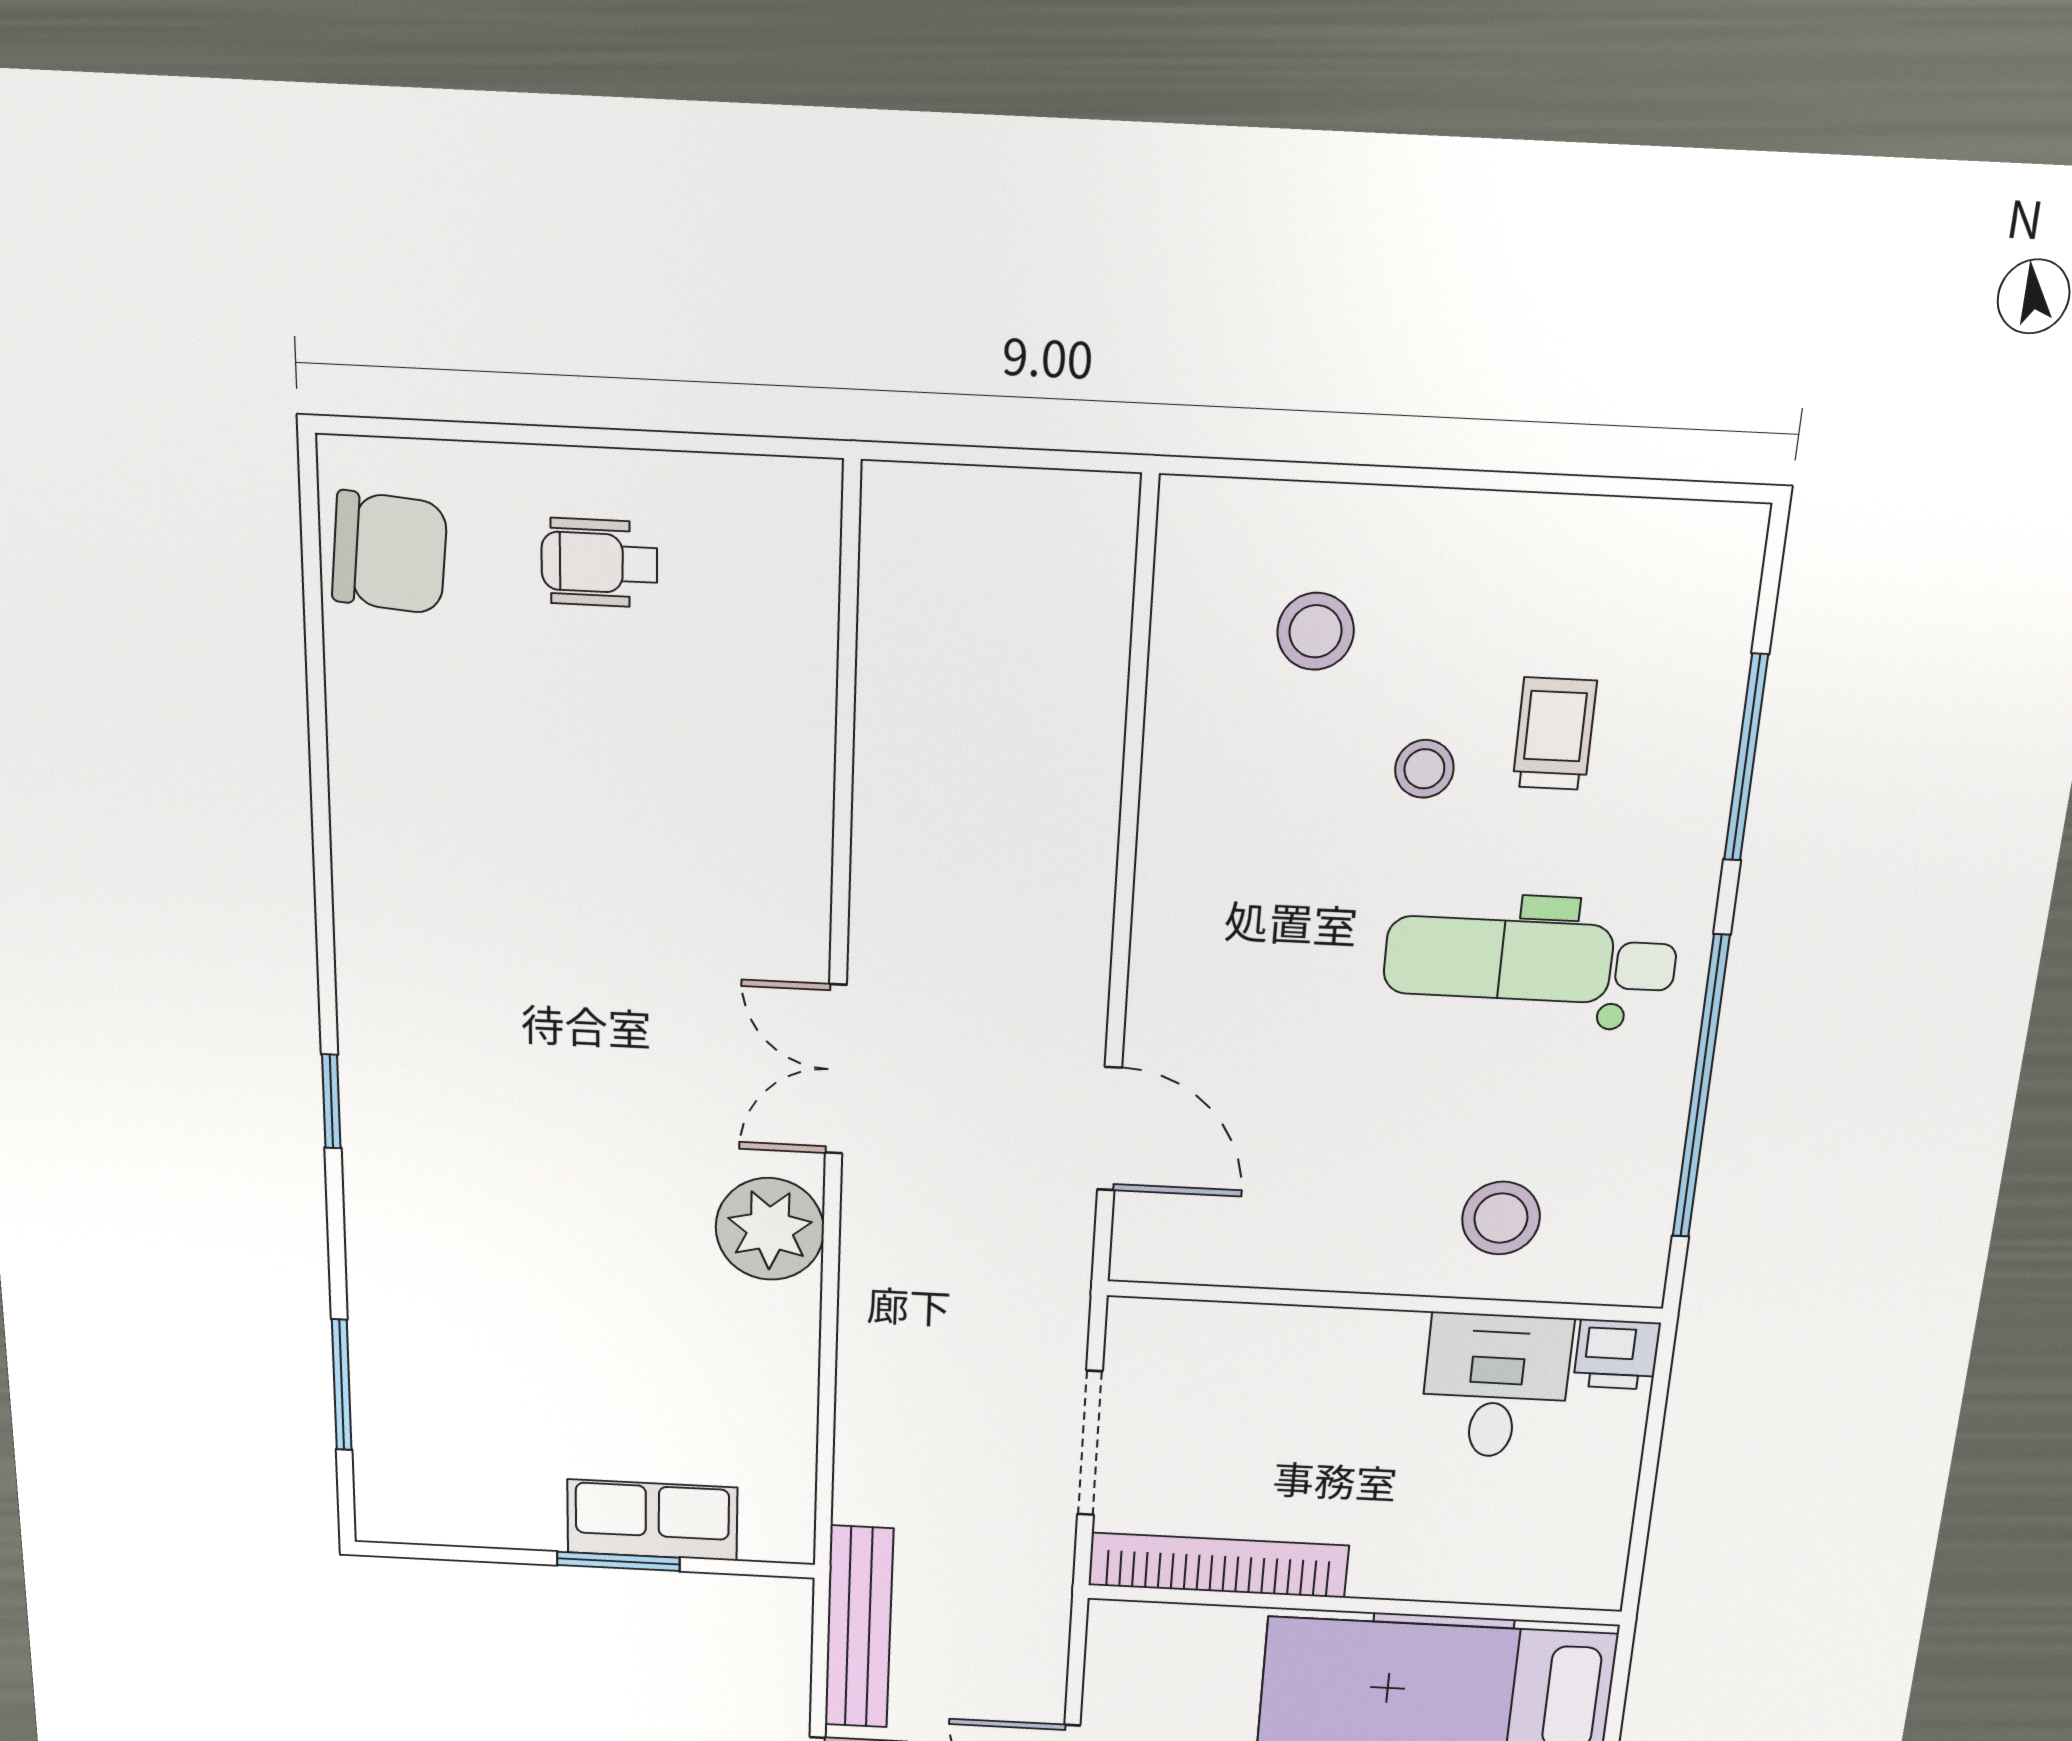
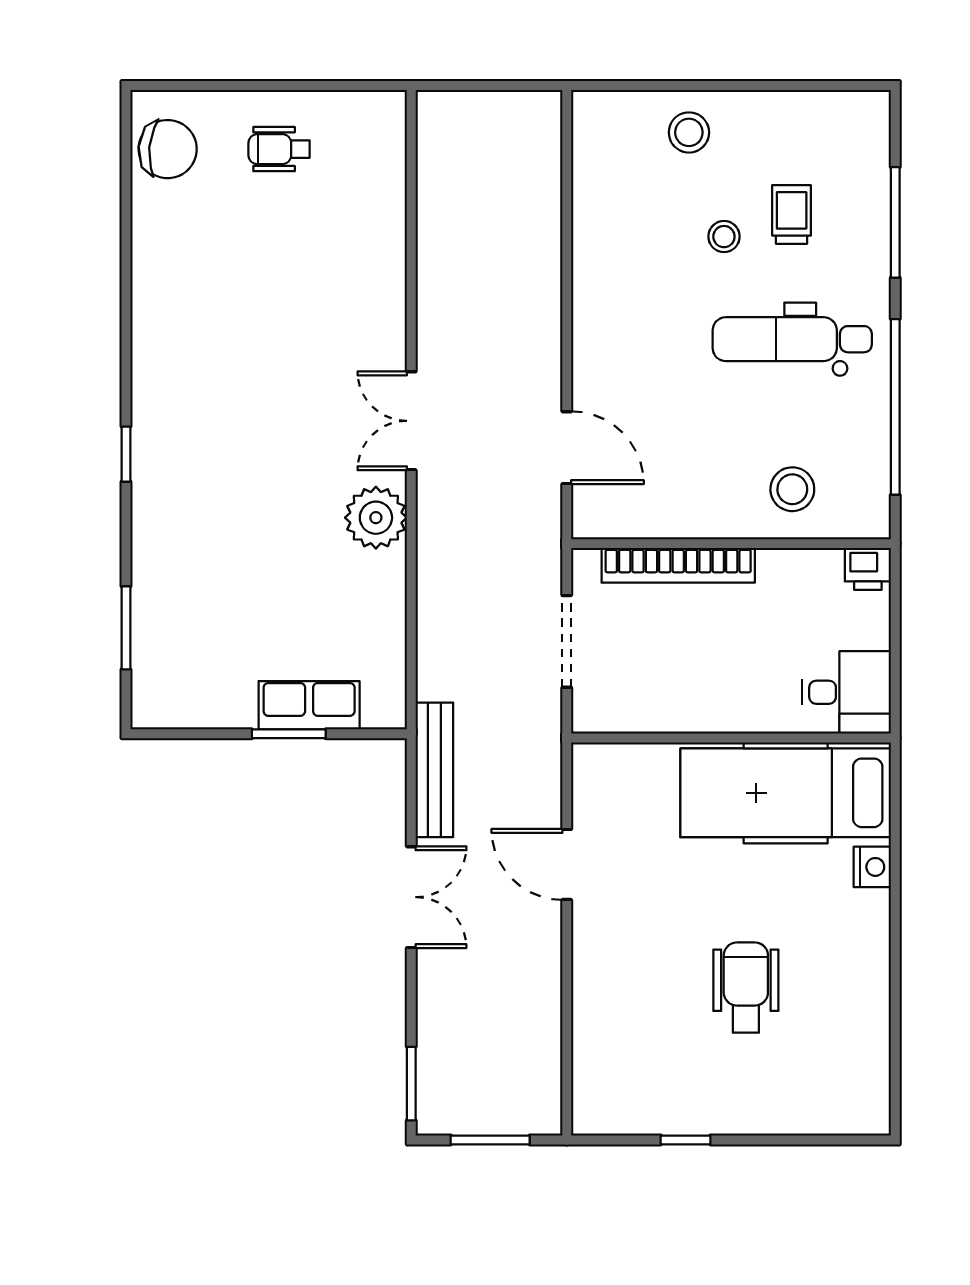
stool: (1316, 631) -> (689, 132), moved
desk: (1495, 1386) -> (847, 692), moved, turned 90
bookcase: (1218, 1565) -> (678, 565), moved, turned 180

